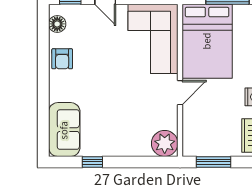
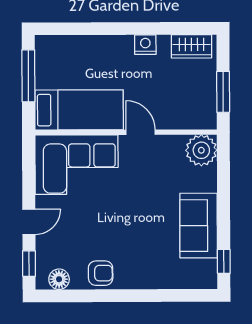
bed: (207, 41) -> (79, 110), width x0.67
sofa: (64, 130) -> (199, 226), moved, turned -90
window: (92, 162) -> (224, 261), moved

